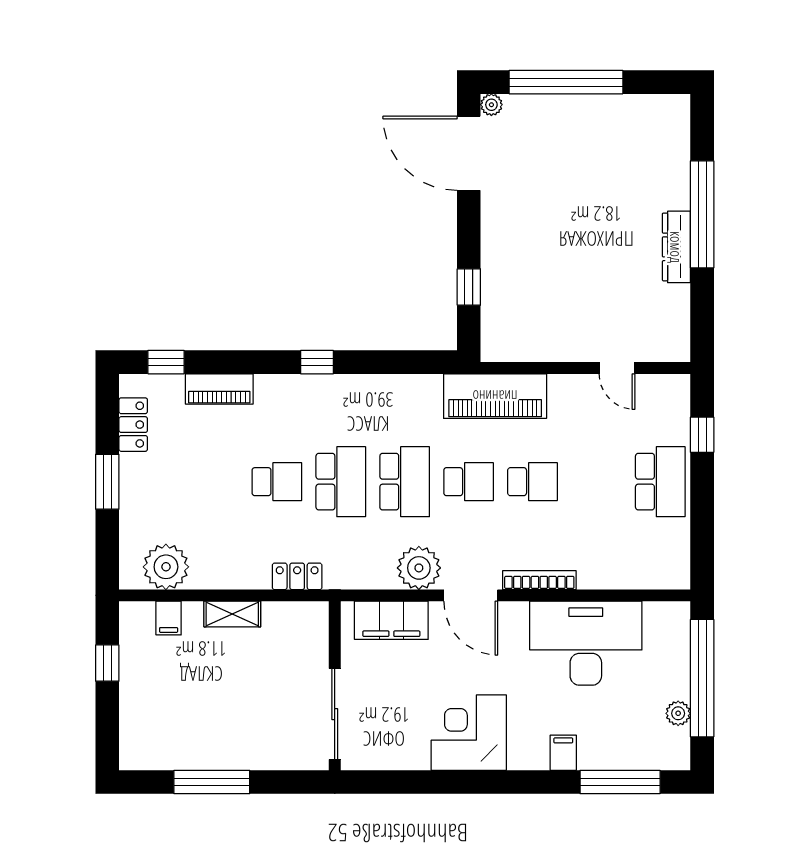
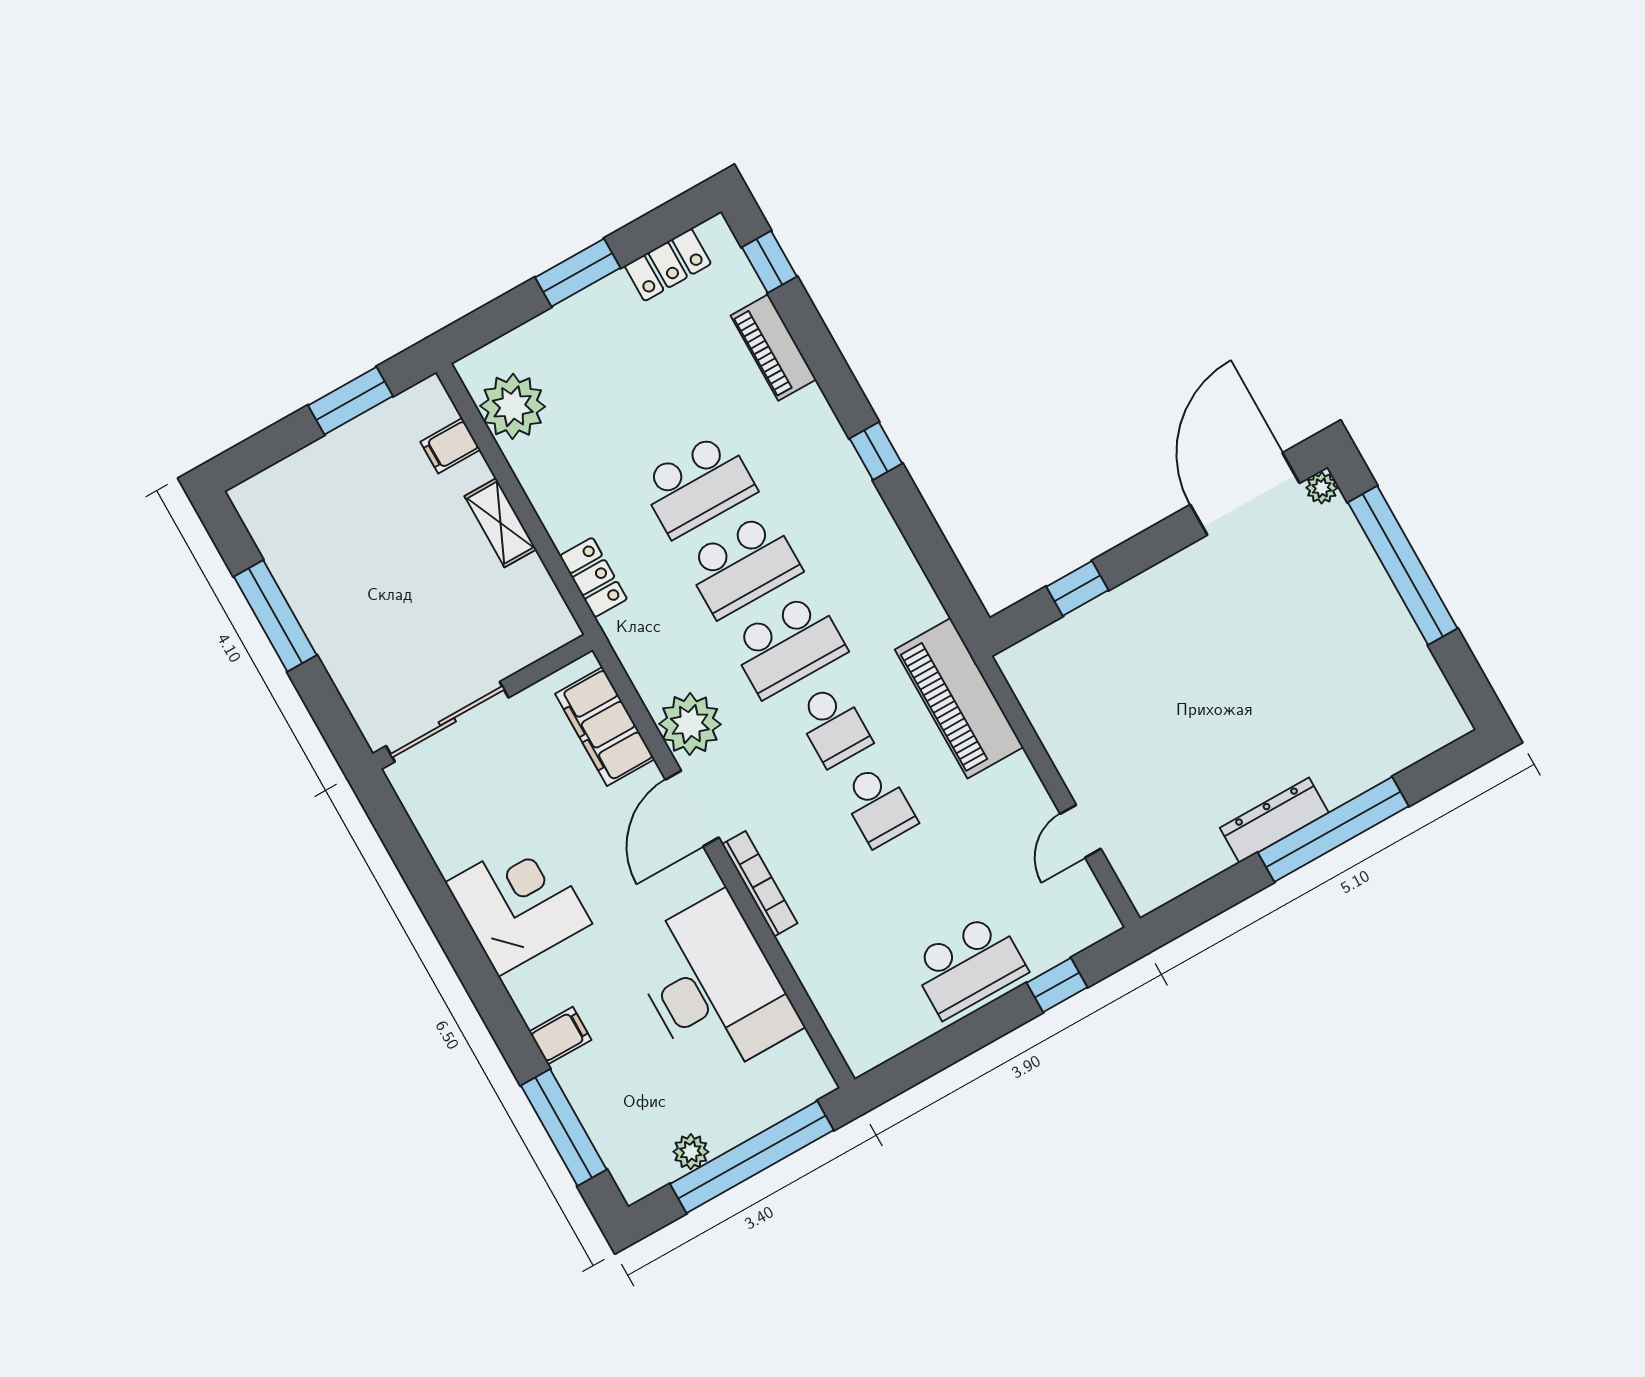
school desk: (277, 482) -> (698, 485), width x1.85
window: (107, 663) -> (351, 401), width x1.50

